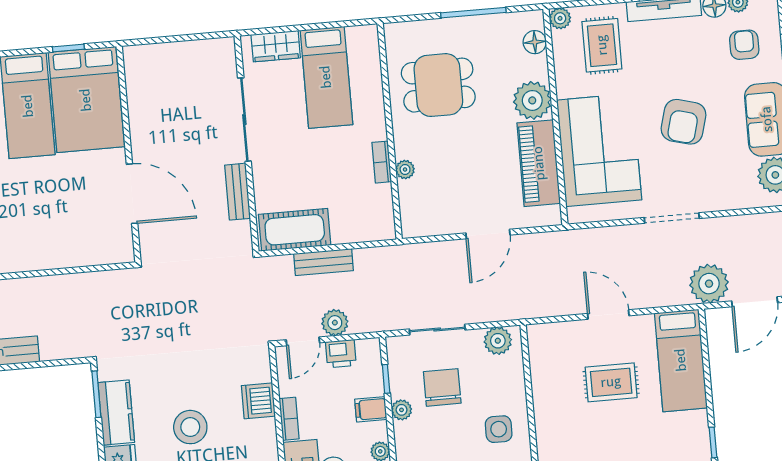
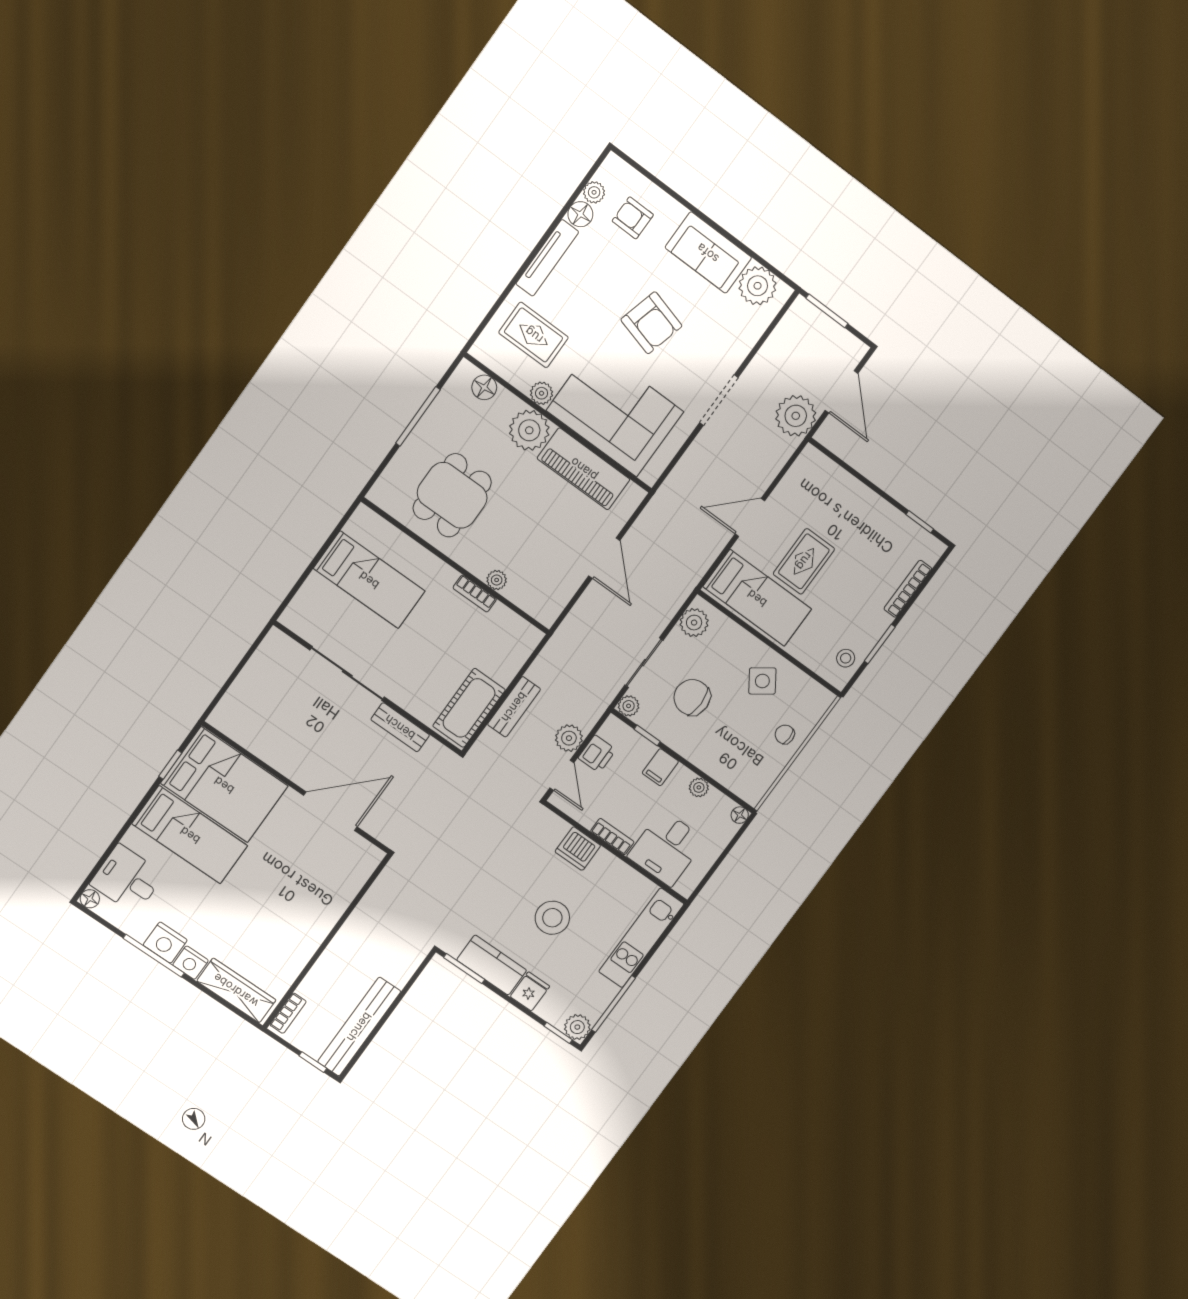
plant: (560, 18) -> (542, 393), moved
wardrobe: (276, 46) -> (309, 599), removed
bed: (681, 360) -> (757, 598), moved
plant: (402, 410) -> (629, 706), moved
side table: (499, 429) -> (762, 681), turned -35

